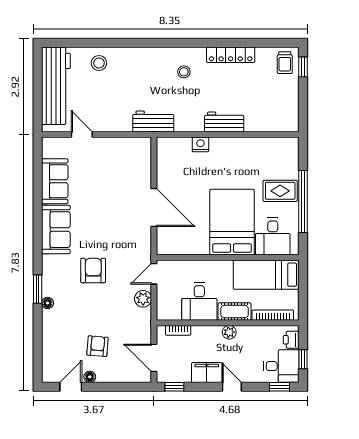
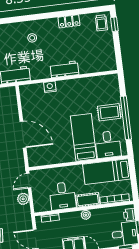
locker: (231, 55) -> (69, 21), width x0.66
bed: (232, 222) -> (84, 137), width x0.67

